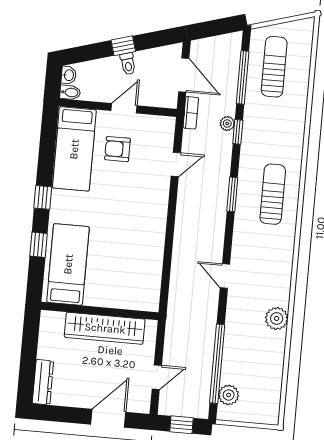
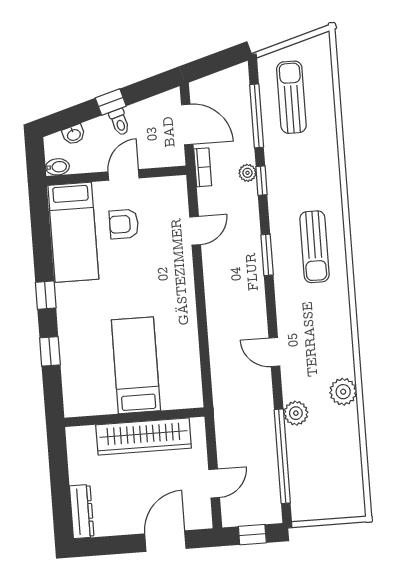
washbasin: (69, 75) -> (74, 135), moved, turned 74
sun lounger: (273, 194) -> (314, 247), turned 180
bed: (68, 264) -> (136, 365), moved
plant: (229, 395) -> (296, 413), moved

